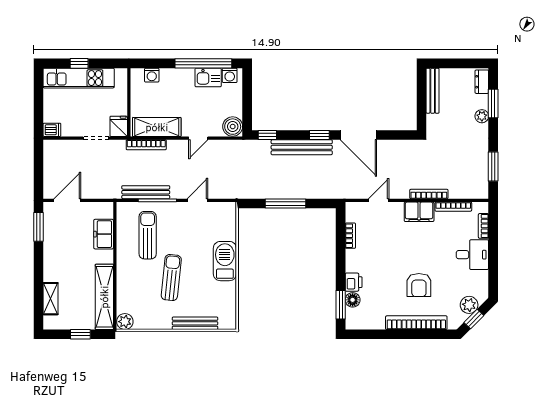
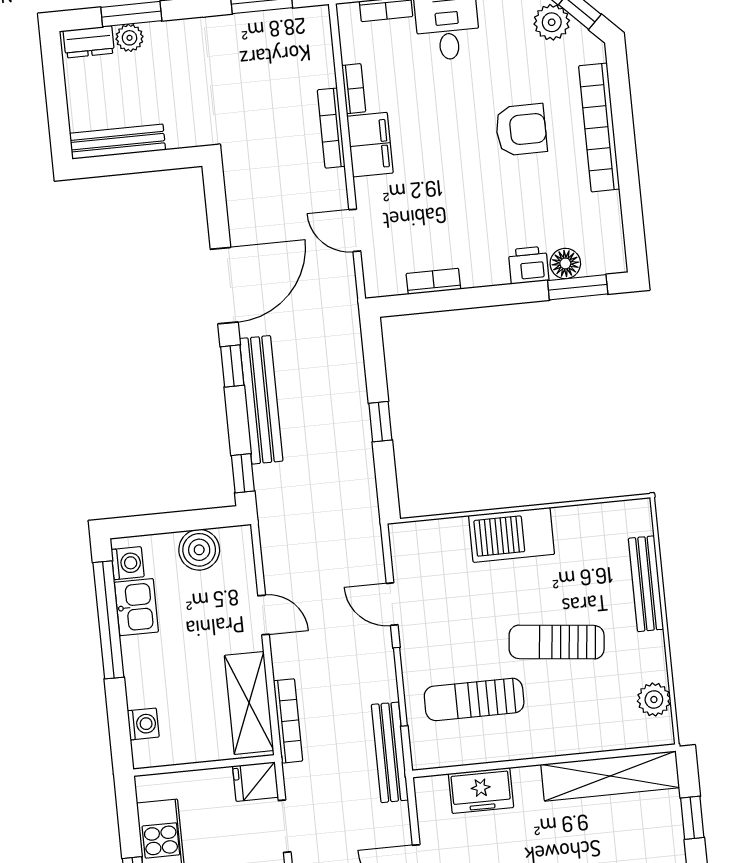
plant: (482, 116) -> (129, 38), moved
boiler: (233, 127) -> (199, 550), moved
bench: (146, 192) -> (390, 752), moved
window: (286, 204) -> (380, 422), width x0.46
bookcase: (453, 207) -> (354, 89), width x0.64
plant: (125, 322) -> (654, 700), moved

